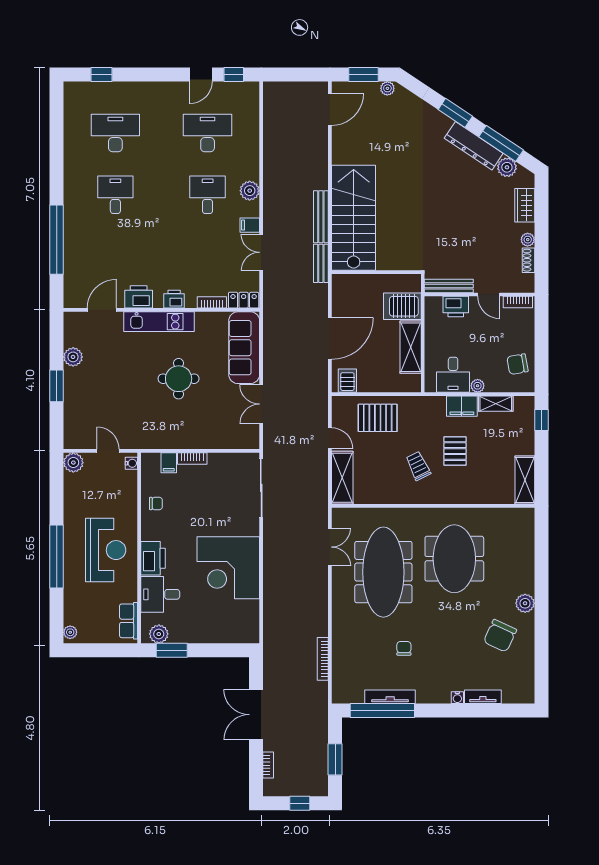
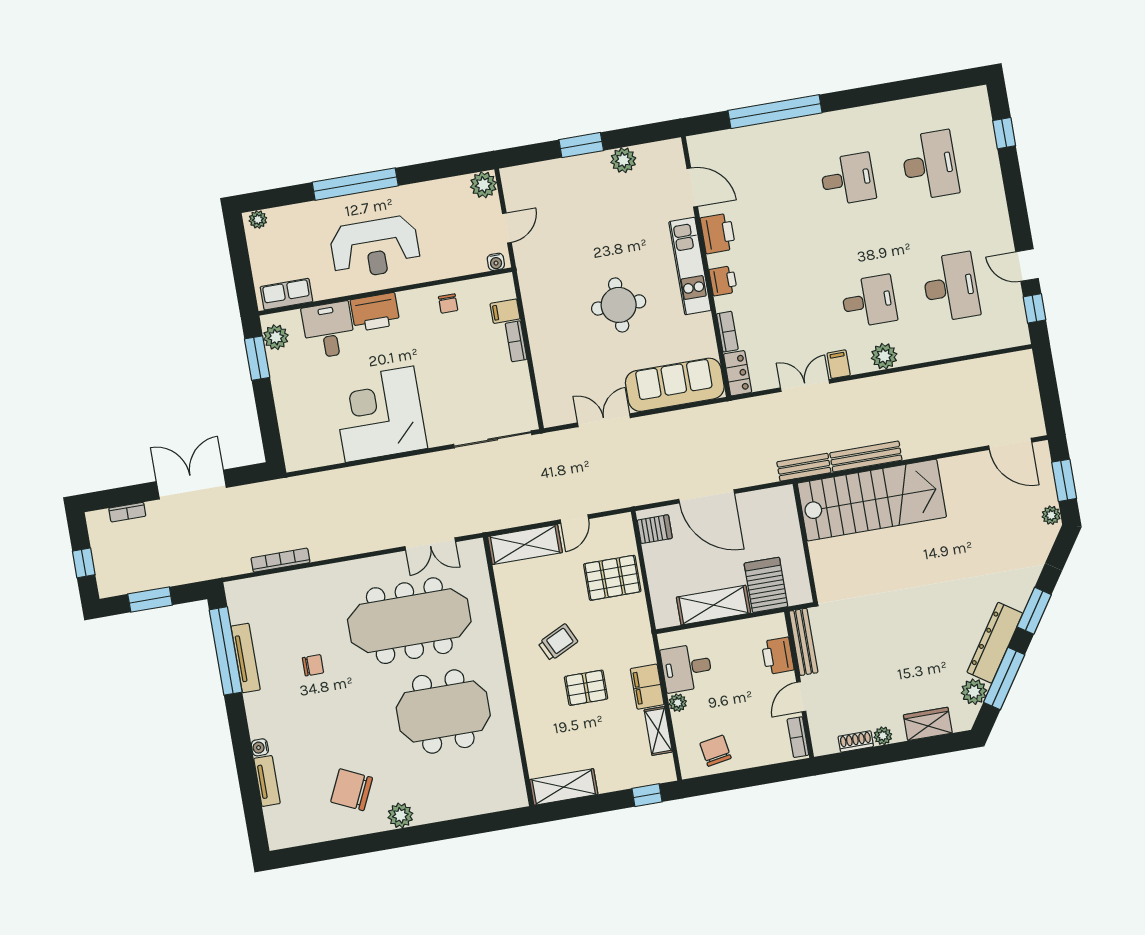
pallet: (378, 418) -> (612, 578), turned 90

